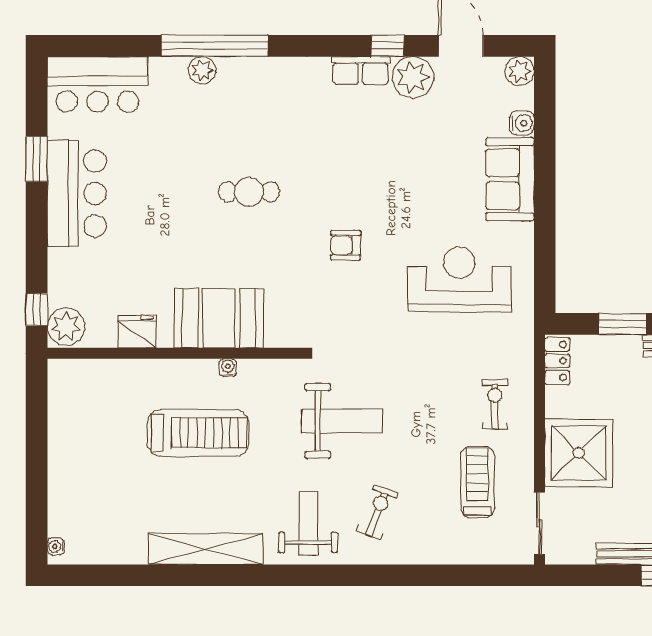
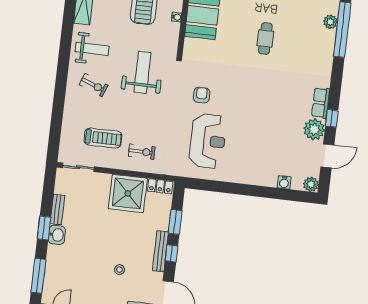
sofa: (510, 179) -> (256, 173), removed
armchair: (346, 245) -> (202, 95), moved
weight bench: (342, 421) -> (142, 72), turned 180
shower: (579, 453) -> (128, 193), moved

